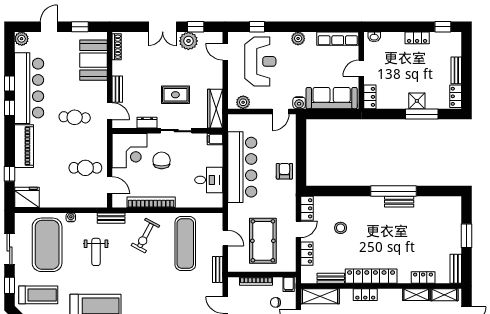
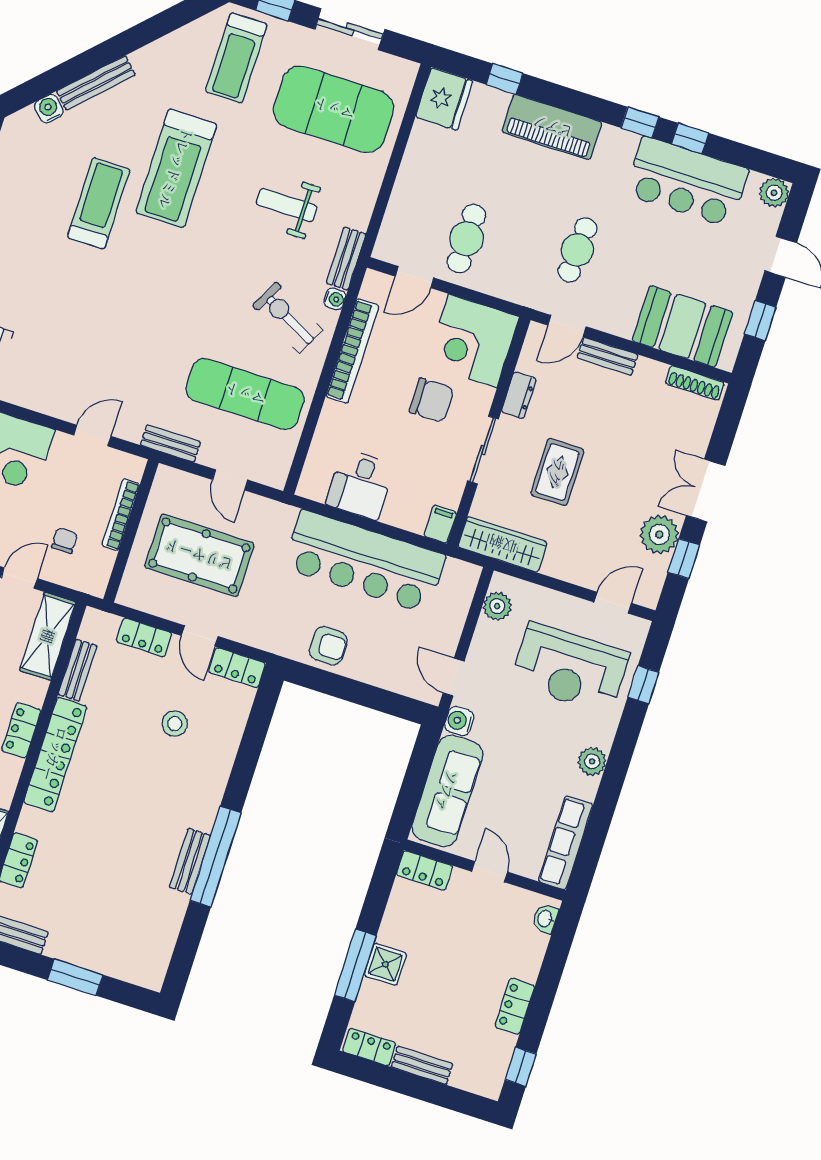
bar counter: (29, 88) -> (687, 182), width x0.73
water cooler: (71, 217) -> (335, 299), moved
door: (225, 238) -> (230, 480), hinge flipped
filing cabinet: (289, 284) -> (93, 580), removed

